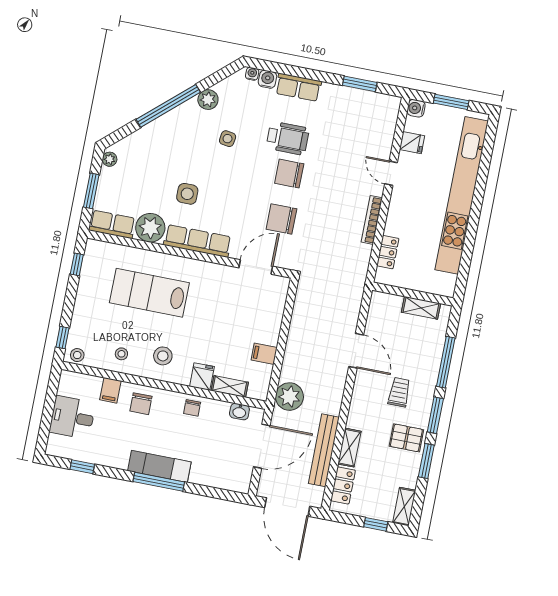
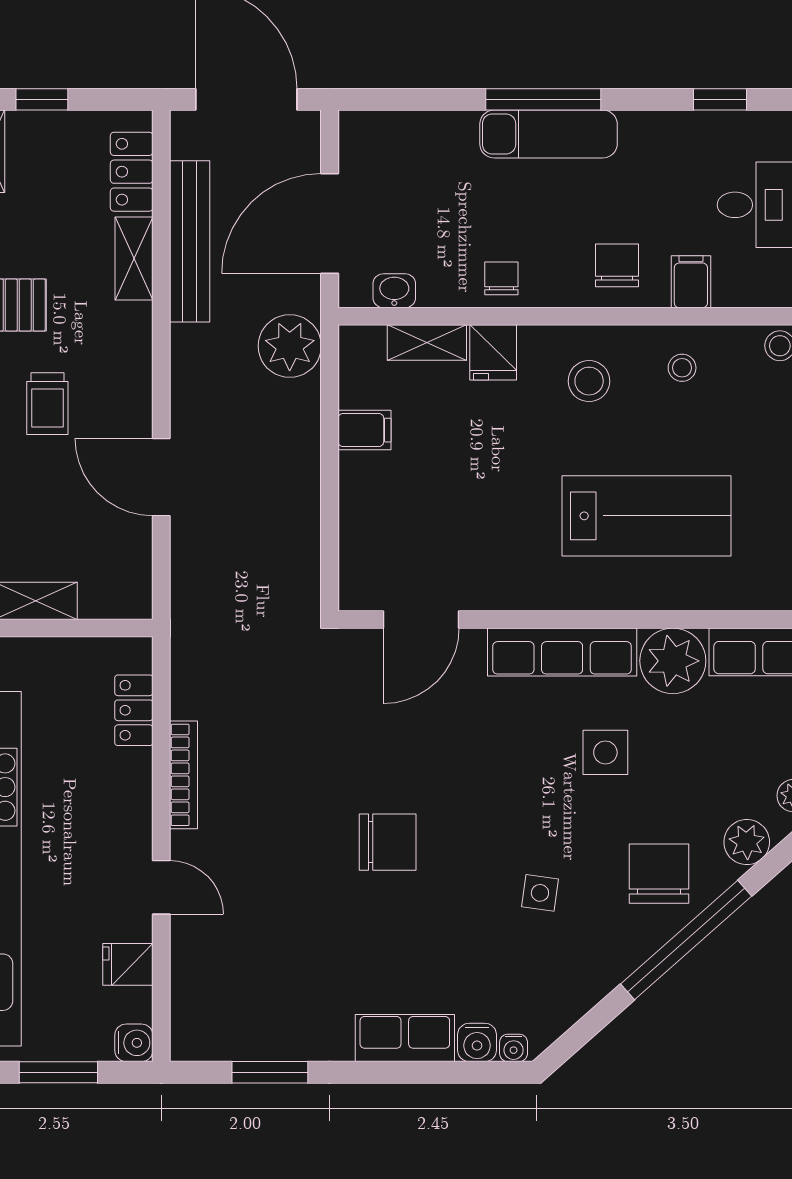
plant: (208, 100) -> (747, 842), moved
wheelchair: (288, 138) -> (406, 920), removed
chair: (281, 219) -> (659, 874), moved, turned -90

